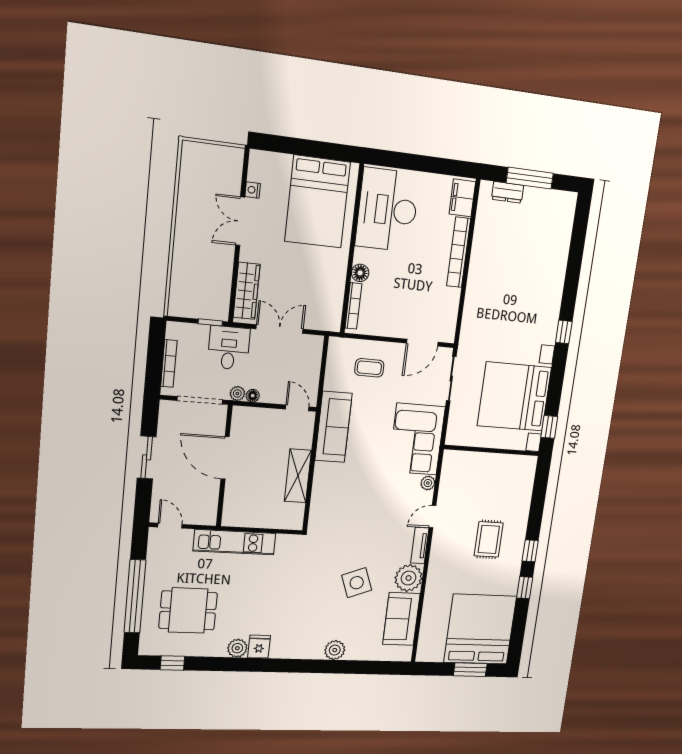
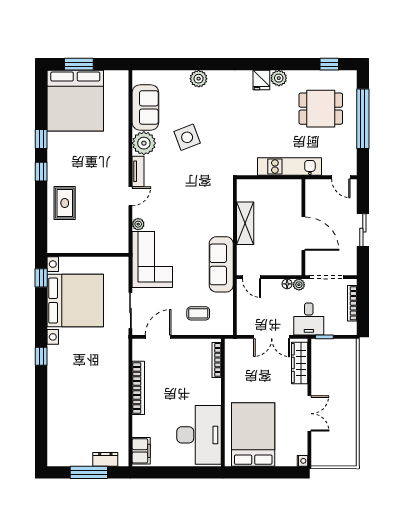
nightstand: (253, 190) -> (302, 461), moved
bookcase: (459, 252) -> (138, 388), moved
floor lamp: (360, 273) -> (214, 385), removed
rug: (489, 539) -> (65, 203), moved

